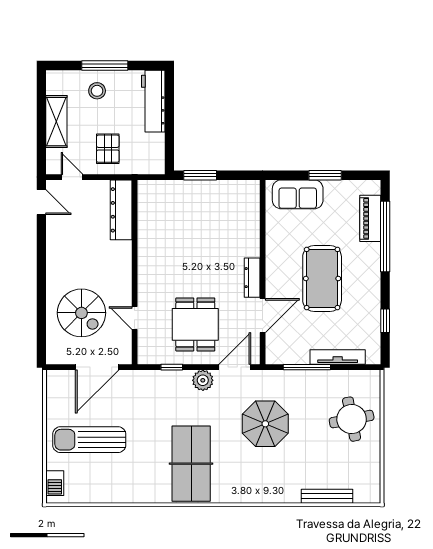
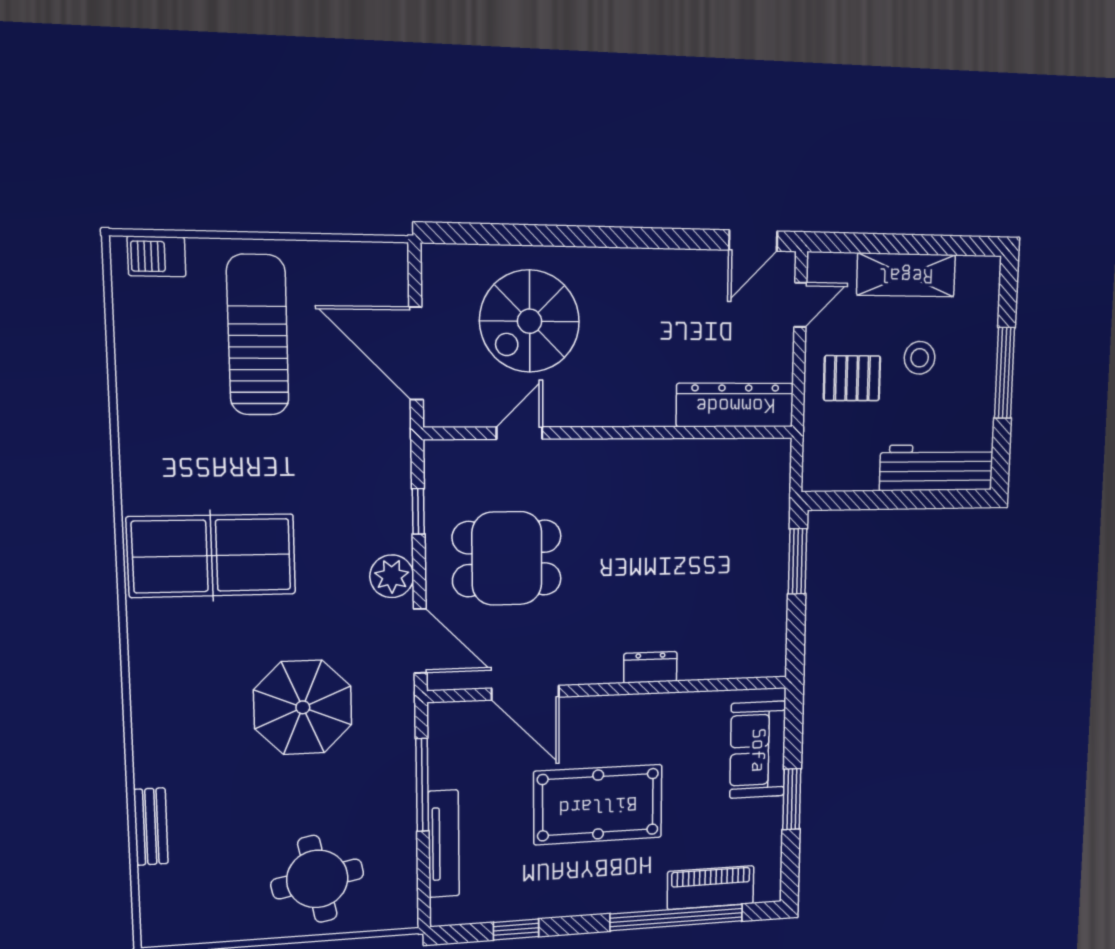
stool: (97, 91) -> (920, 358), moved
dresser: (252, 278) -> (650, 667), moved, width x0.70
bench: (327, 496) -> (151, 827), width x0.73

